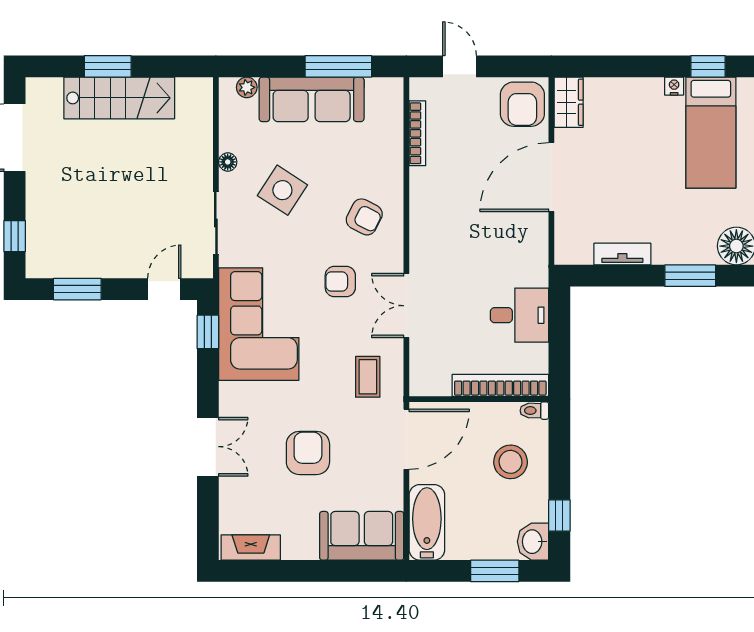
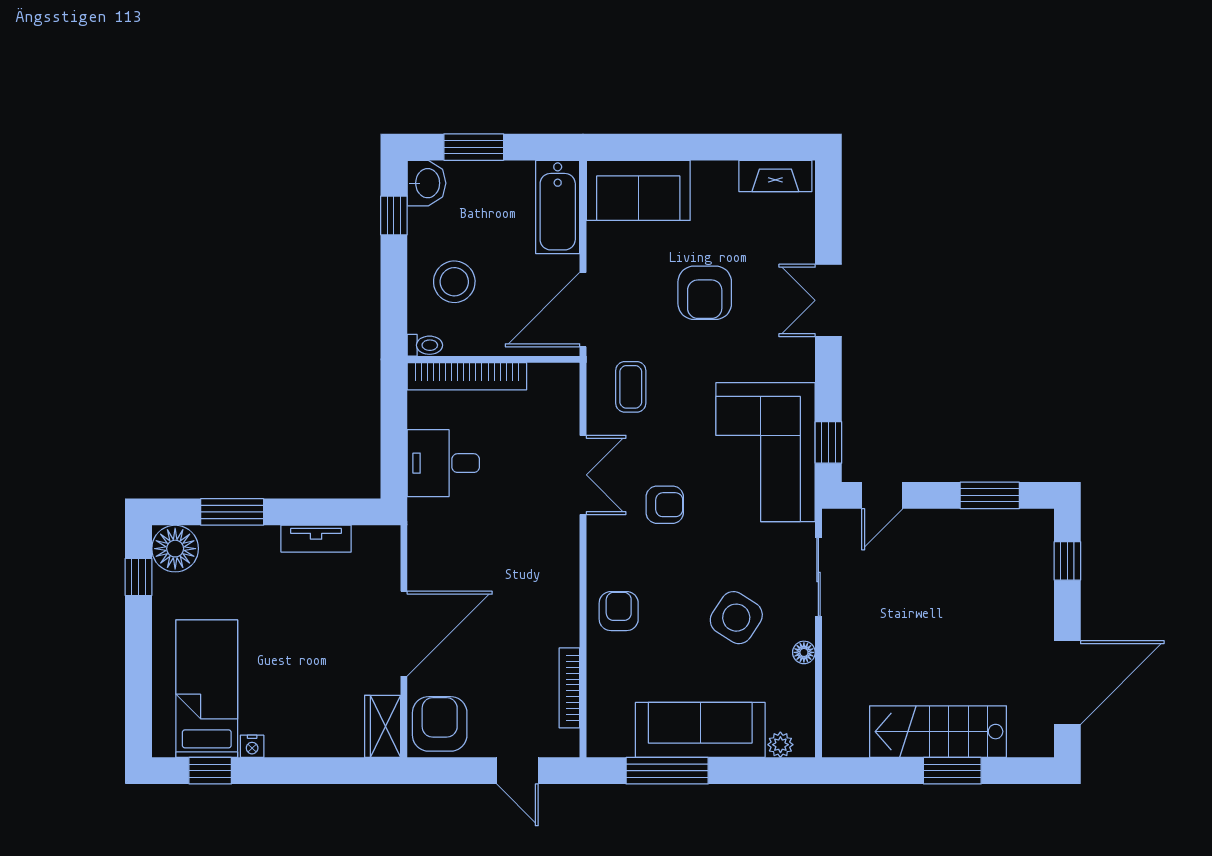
armchair: (364, 217) -> (619, 611), moved, turned 63

